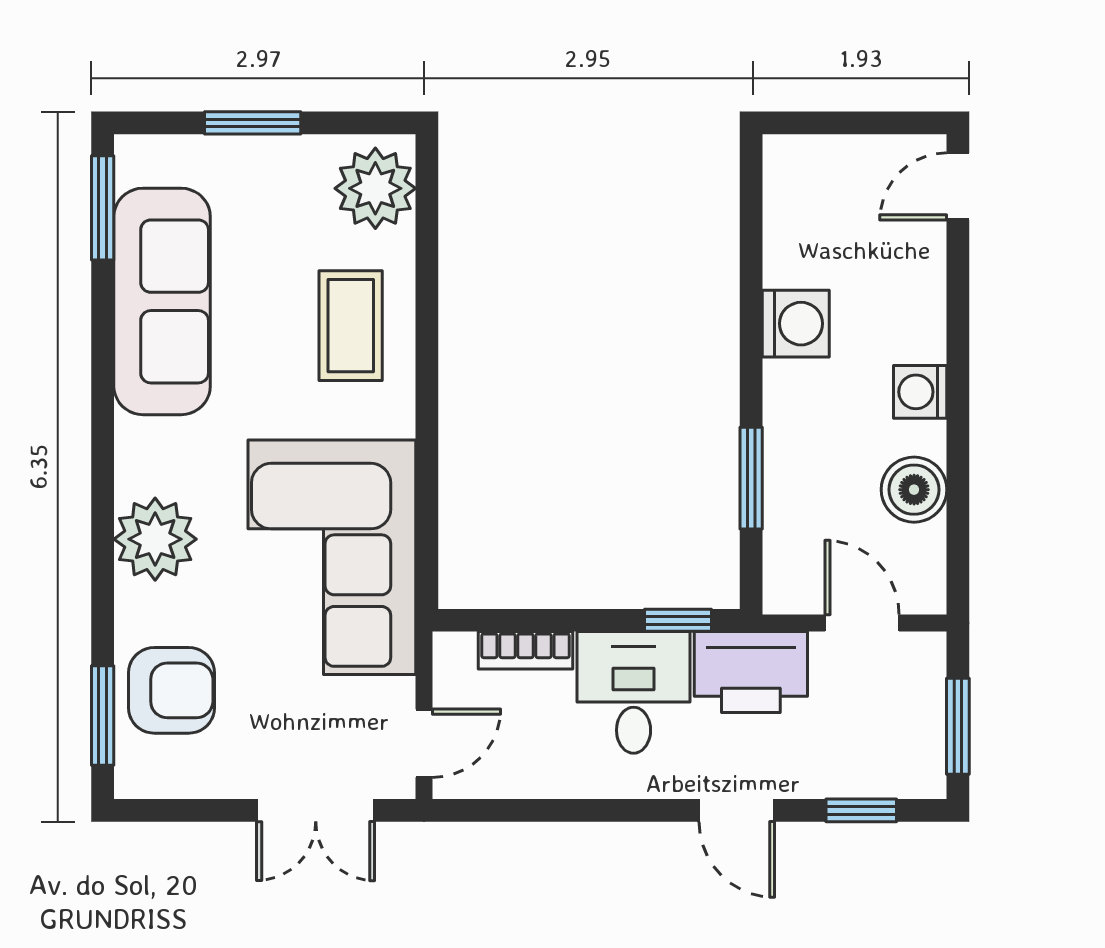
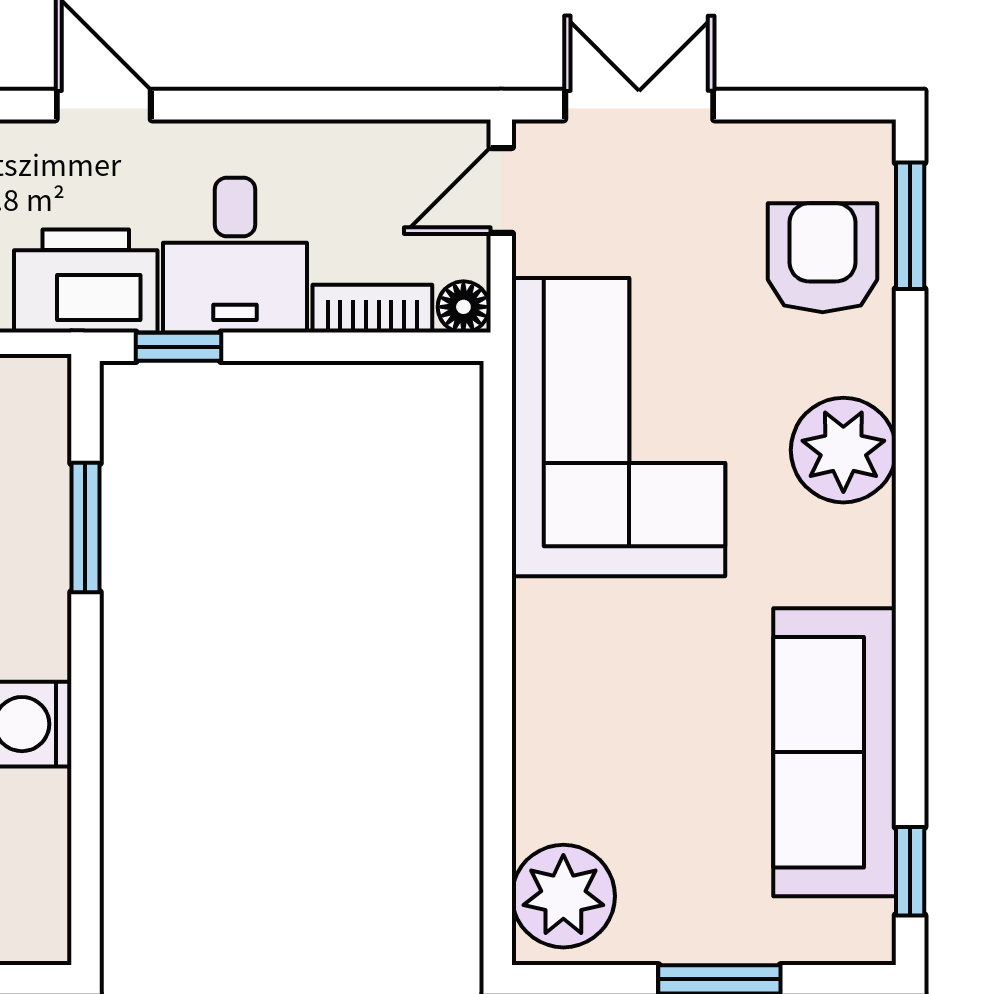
window: (103, 208) -> (910, 871), width x0.67
coffee table: (351, 326) -> (595, 721), removed
floor lamp: (454, 652) -> (463, 307), added
armchair: (172, 690) -> (823, 258), turned 90

